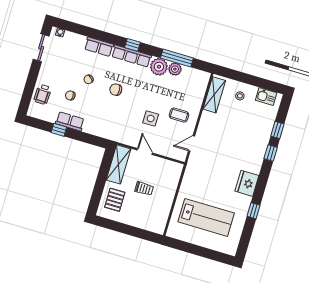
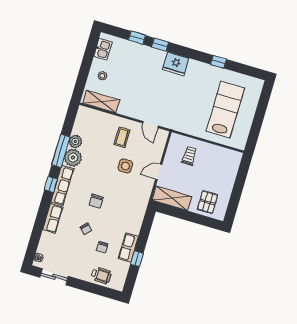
window: (177, 58) -> (61, 151), moved
fridge: (247, 183) -> (176, 64), moved
trolley: (144, 189) -> (189, 156), moved
pallet: (115, 200) -> (208, 202), turned 90

